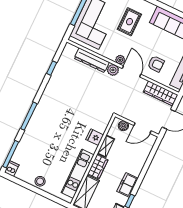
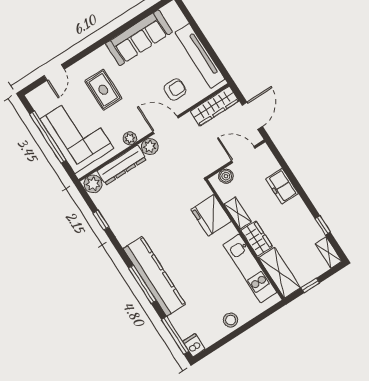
plant: (70, 50) -> (93, 184), added
plant: (120, 60) -> (130, 138), moved
kitchen counter: (38, 120) -> (154, 276), added
door: (143, 128) -> (243, 155), swing flipped
fridge: (95, 137) -> (211, 215), width x1.88, depth x1.34
freezer: (127, 185) -> (282, 186), moved

